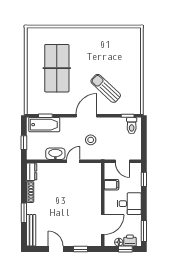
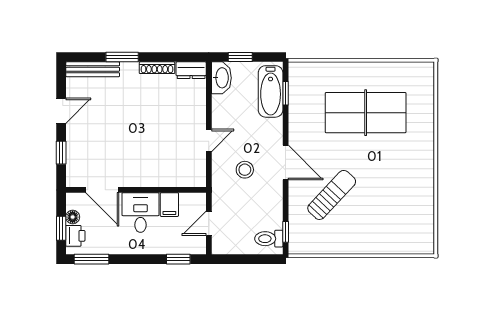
washbasin: (55, 154) -> (221, 78), moved
door: (73, 161) -> (209, 140), hinge flipped
desk: (129, 204) -> (140, 213), moved, turned 180

